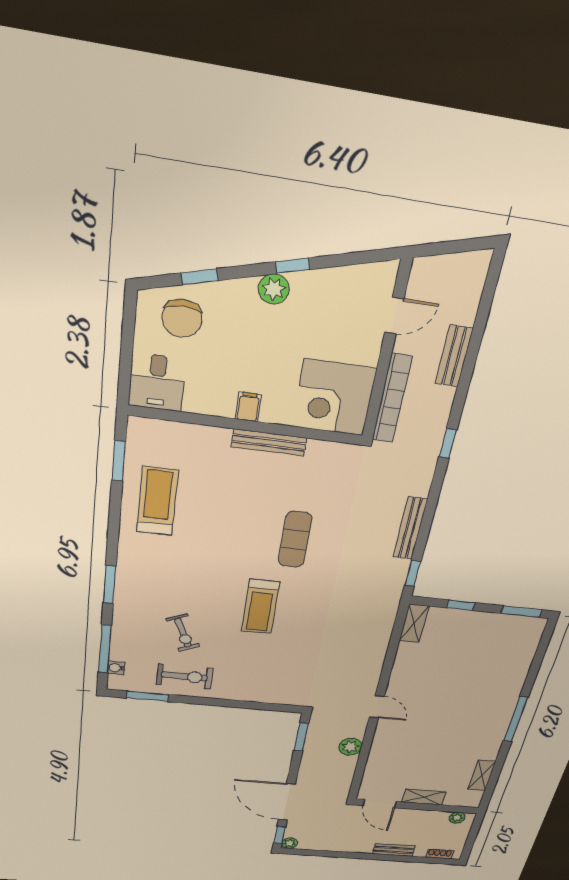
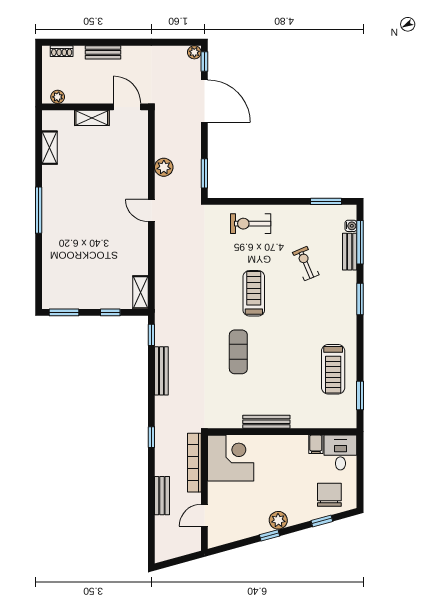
filing cabinet: (248, 407) -> (316, 444), moved
bench: (120, 640) -> (350, 252), added
exercise bike: (185, 676) -> (251, 224), moved

